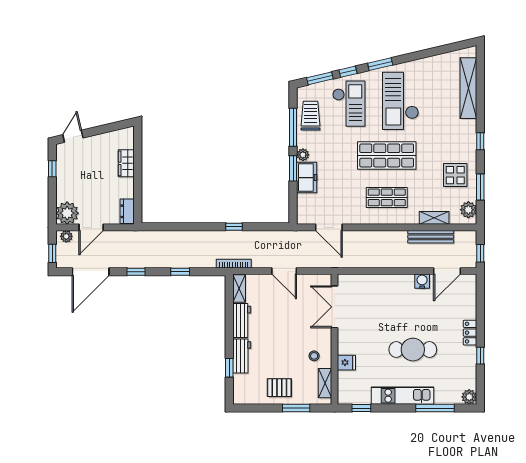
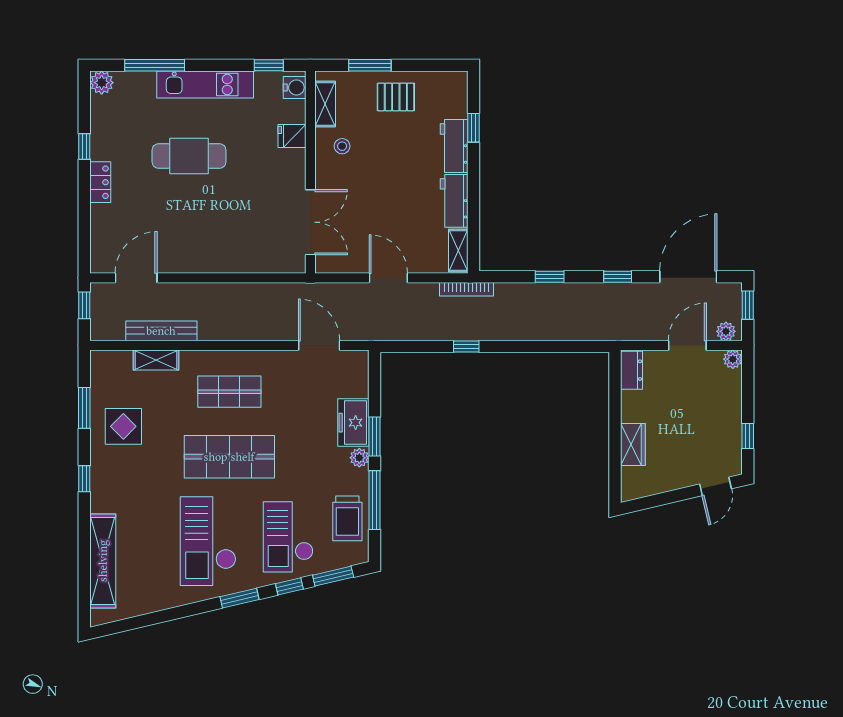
checkout: (401, 101) -> (208, 541), turned 180
plant: (468, 210) -> (103, 373), removed
plant: (67, 213) -> (733, 359), width x0.53, depth x0.53
water cooler: (422, 281) -> (295, 87), moved, turned -90

